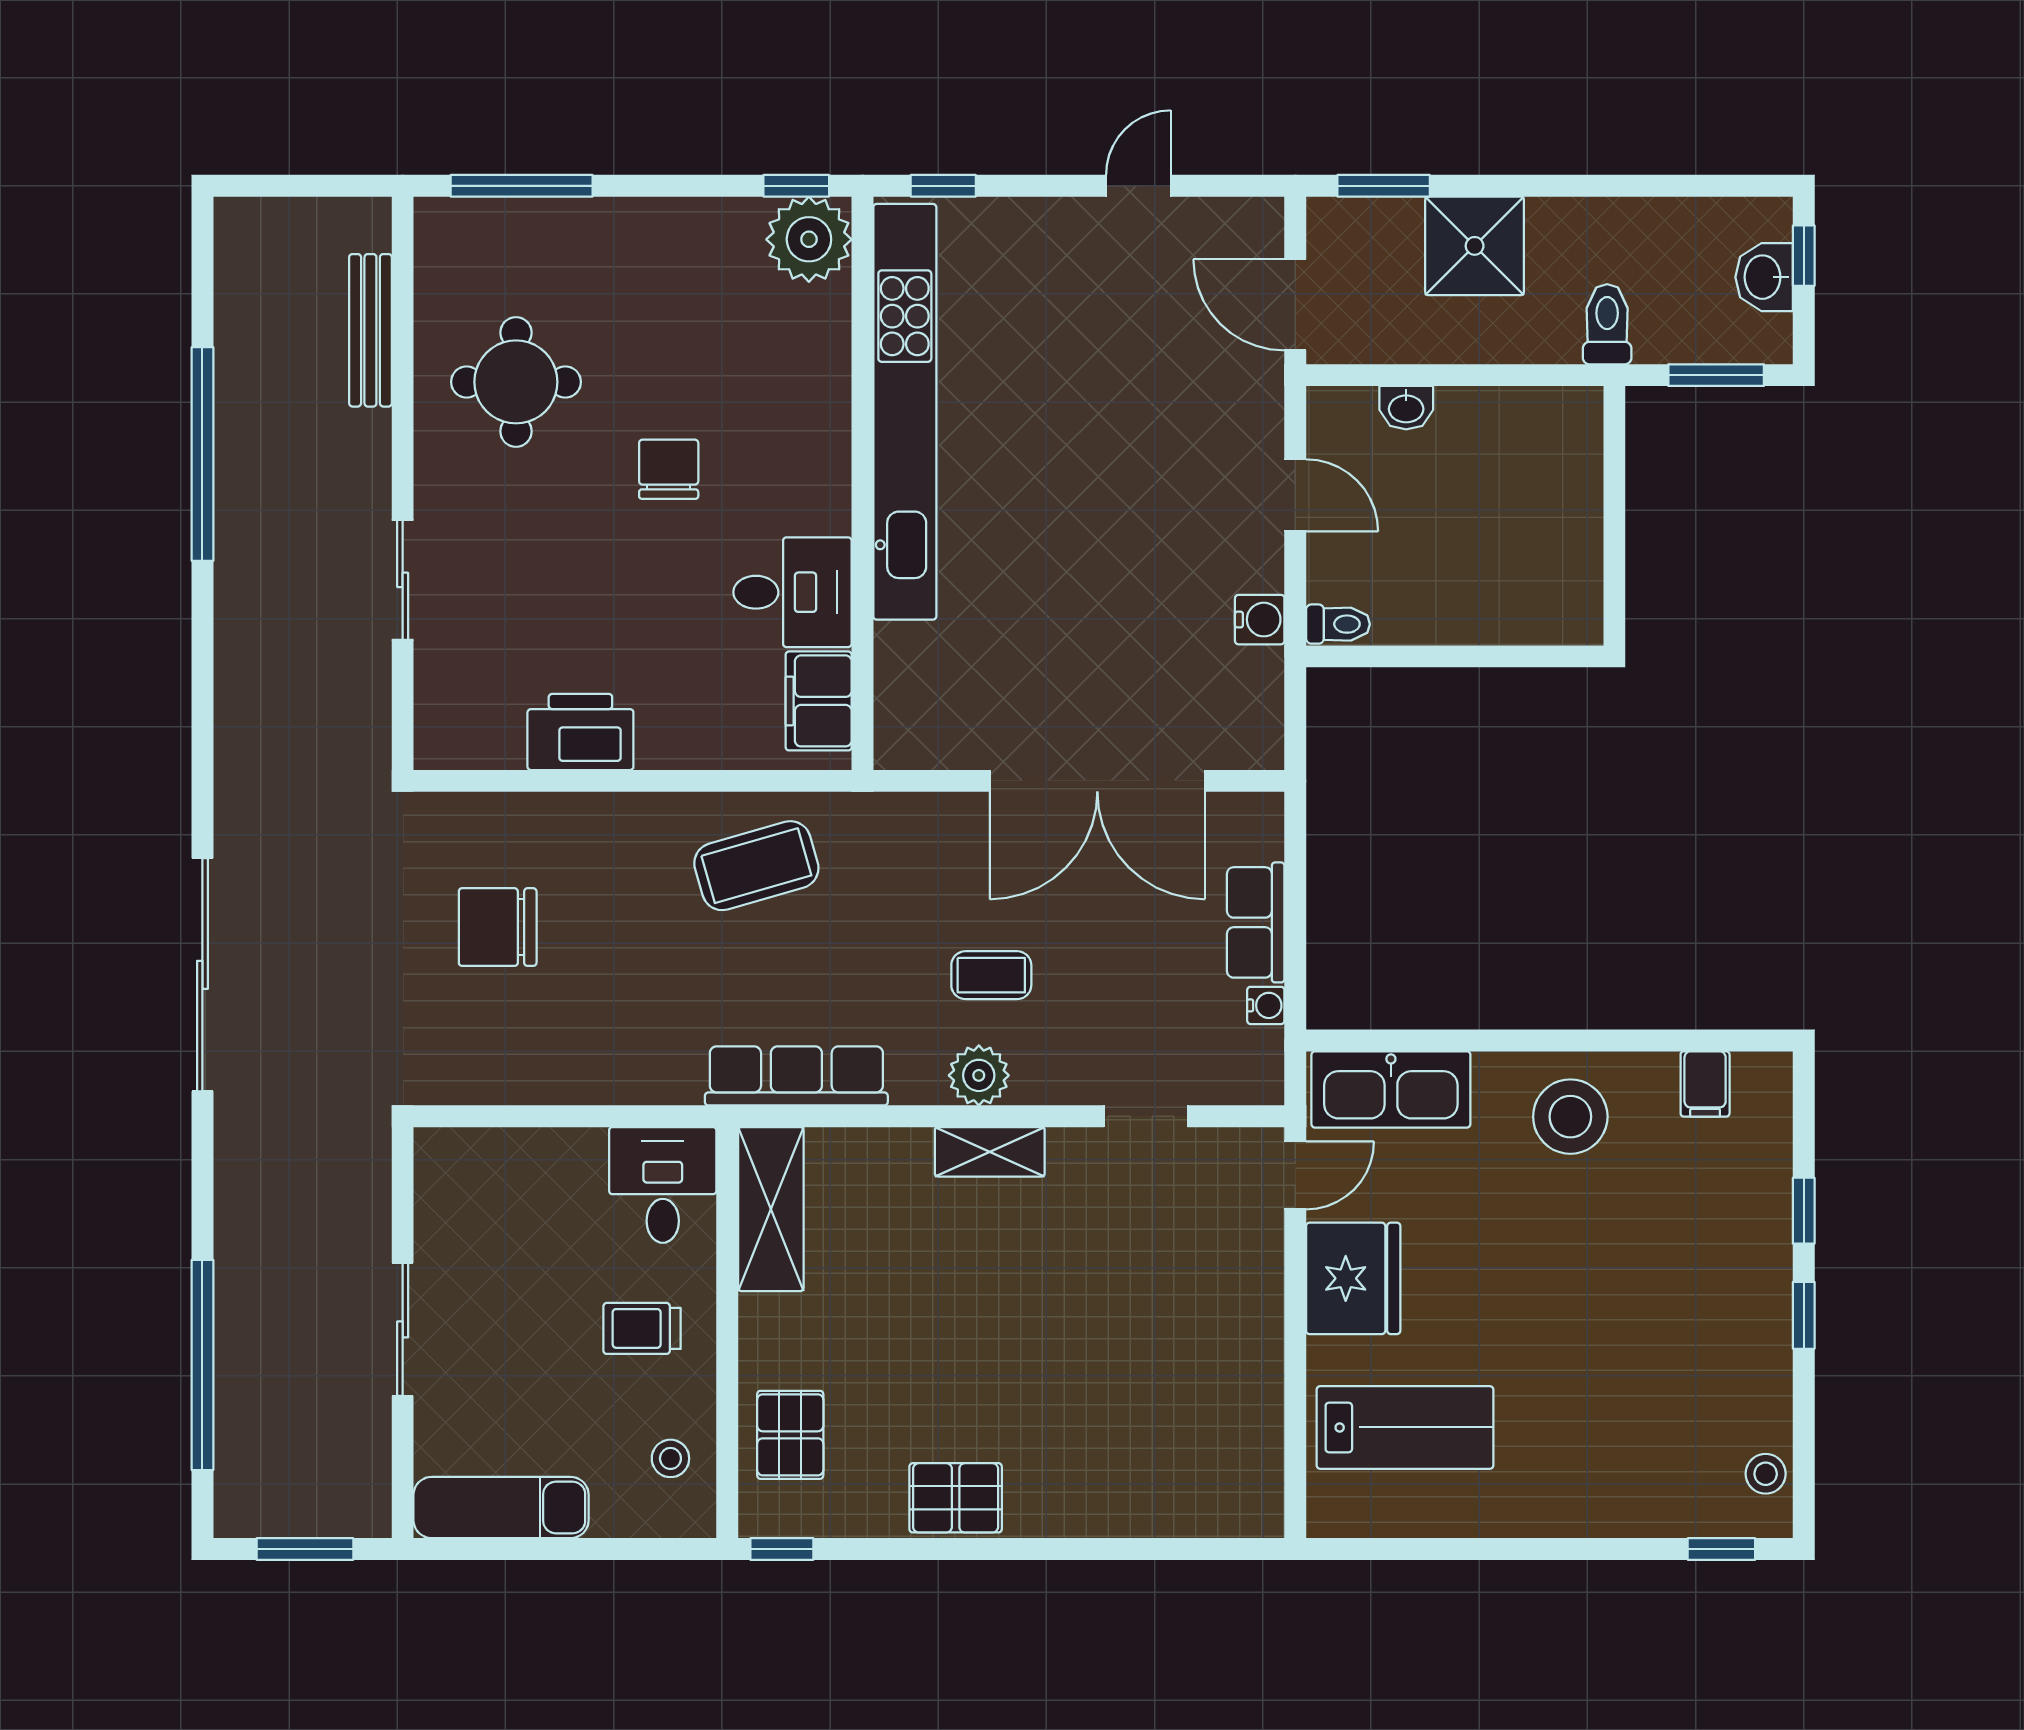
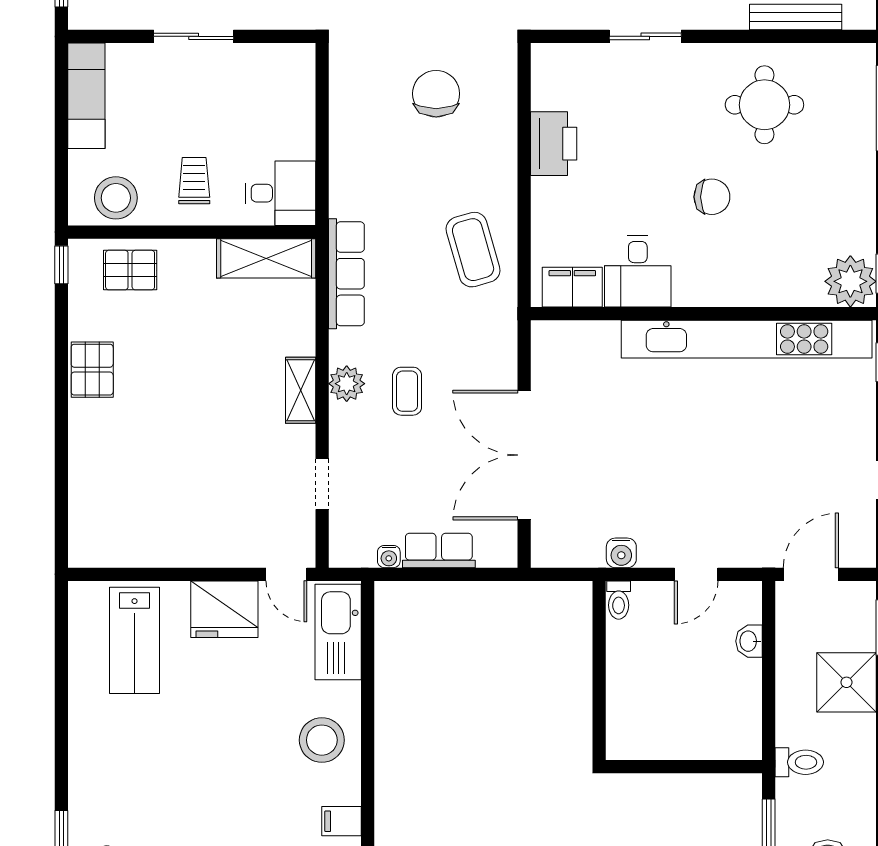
stool: (670, 1458) -> (116, 198), width x1.89, depth x1.89

